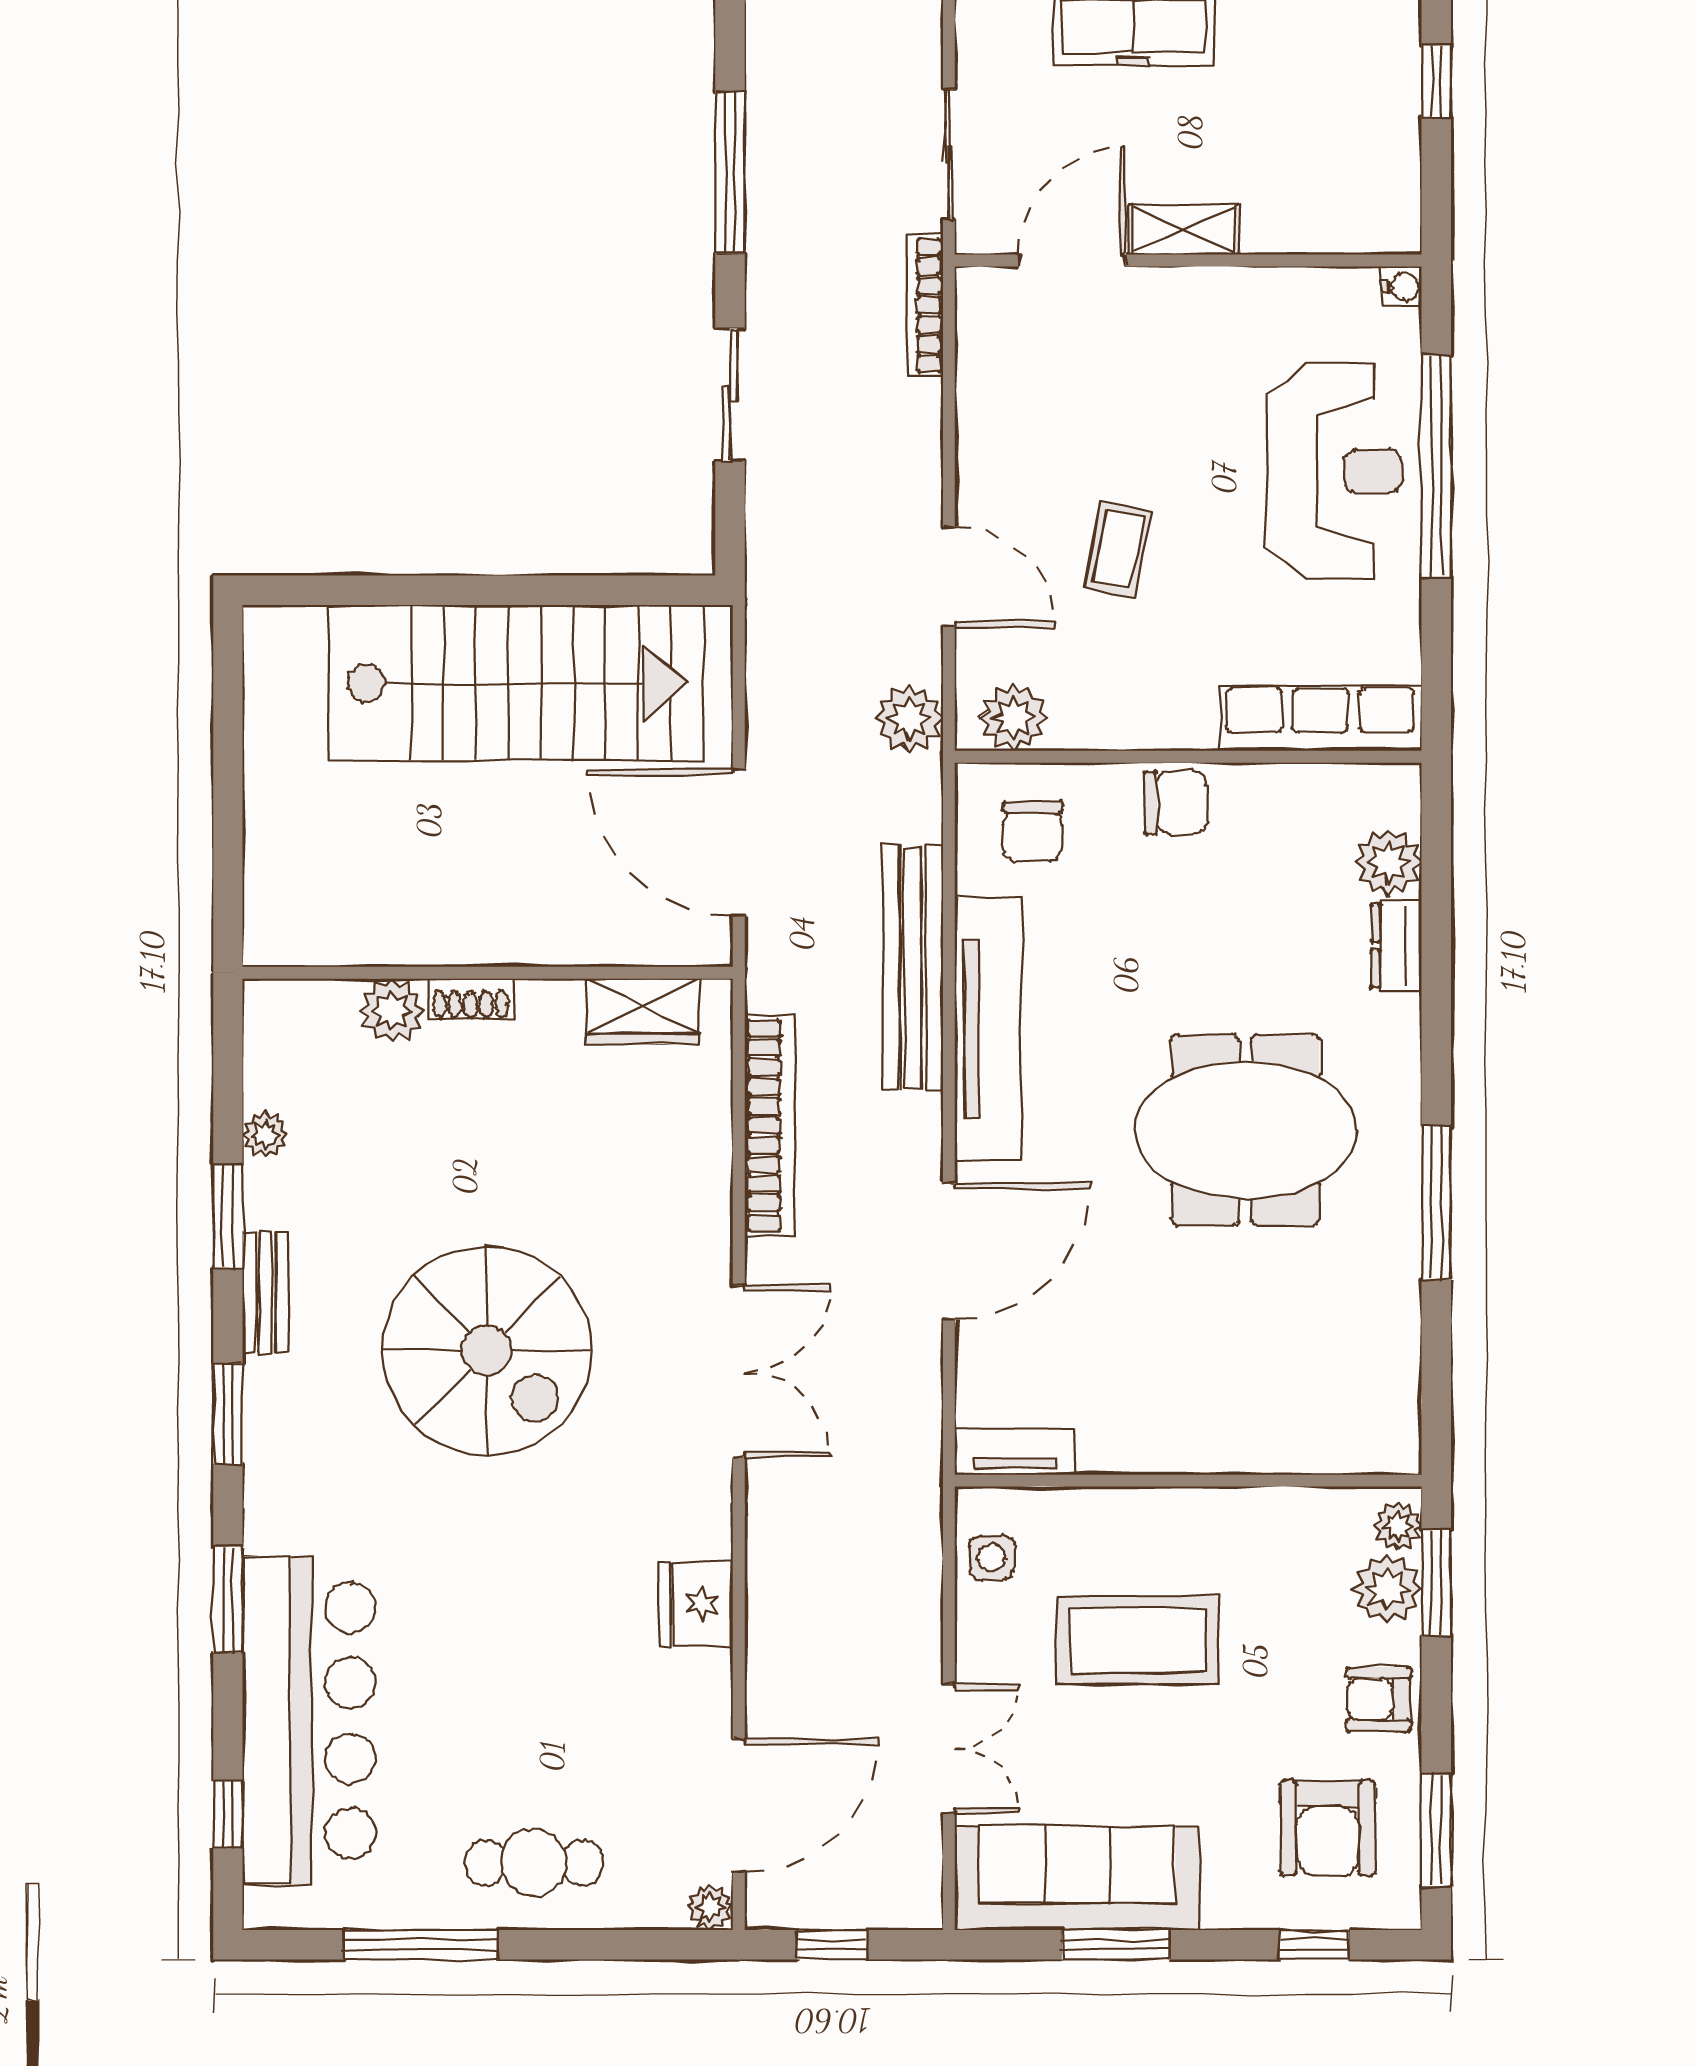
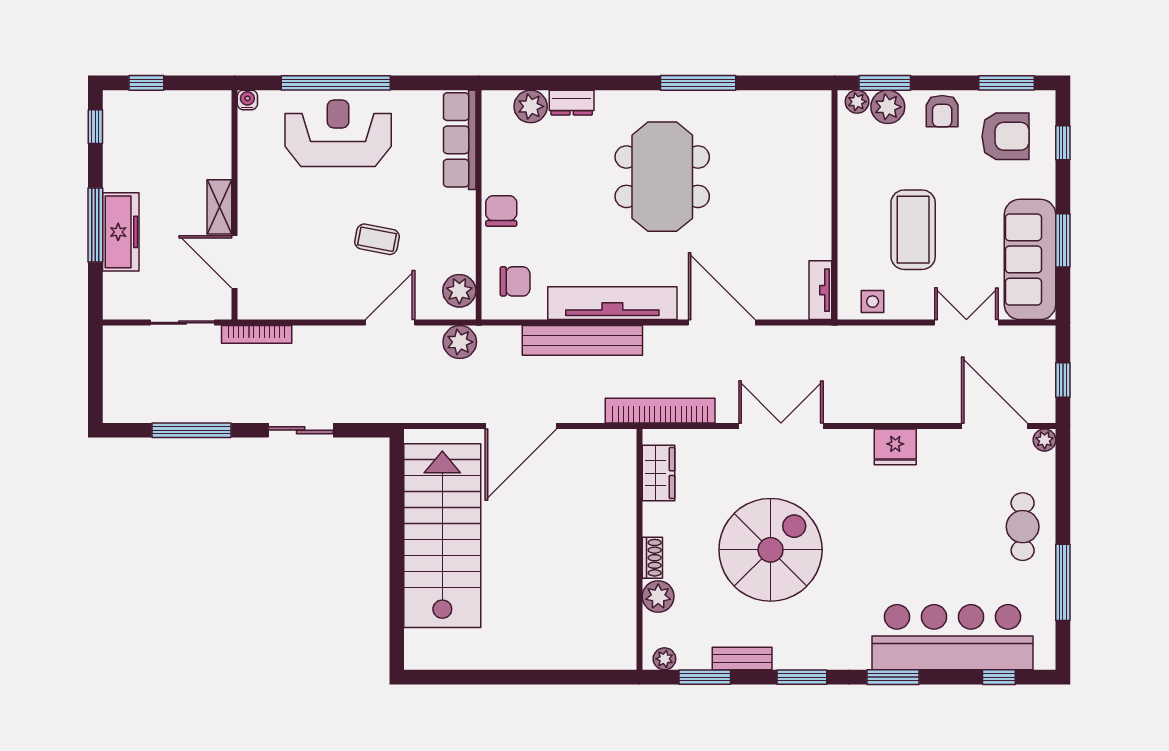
wall: (488, 973) -> (639, 549), moved
shoe rack: (471, 999) -> (652, 558), moved
plant: (392, 1011) -> (658, 596), moved
wardrobe: (643, 1011) -> (658, 473), moved

